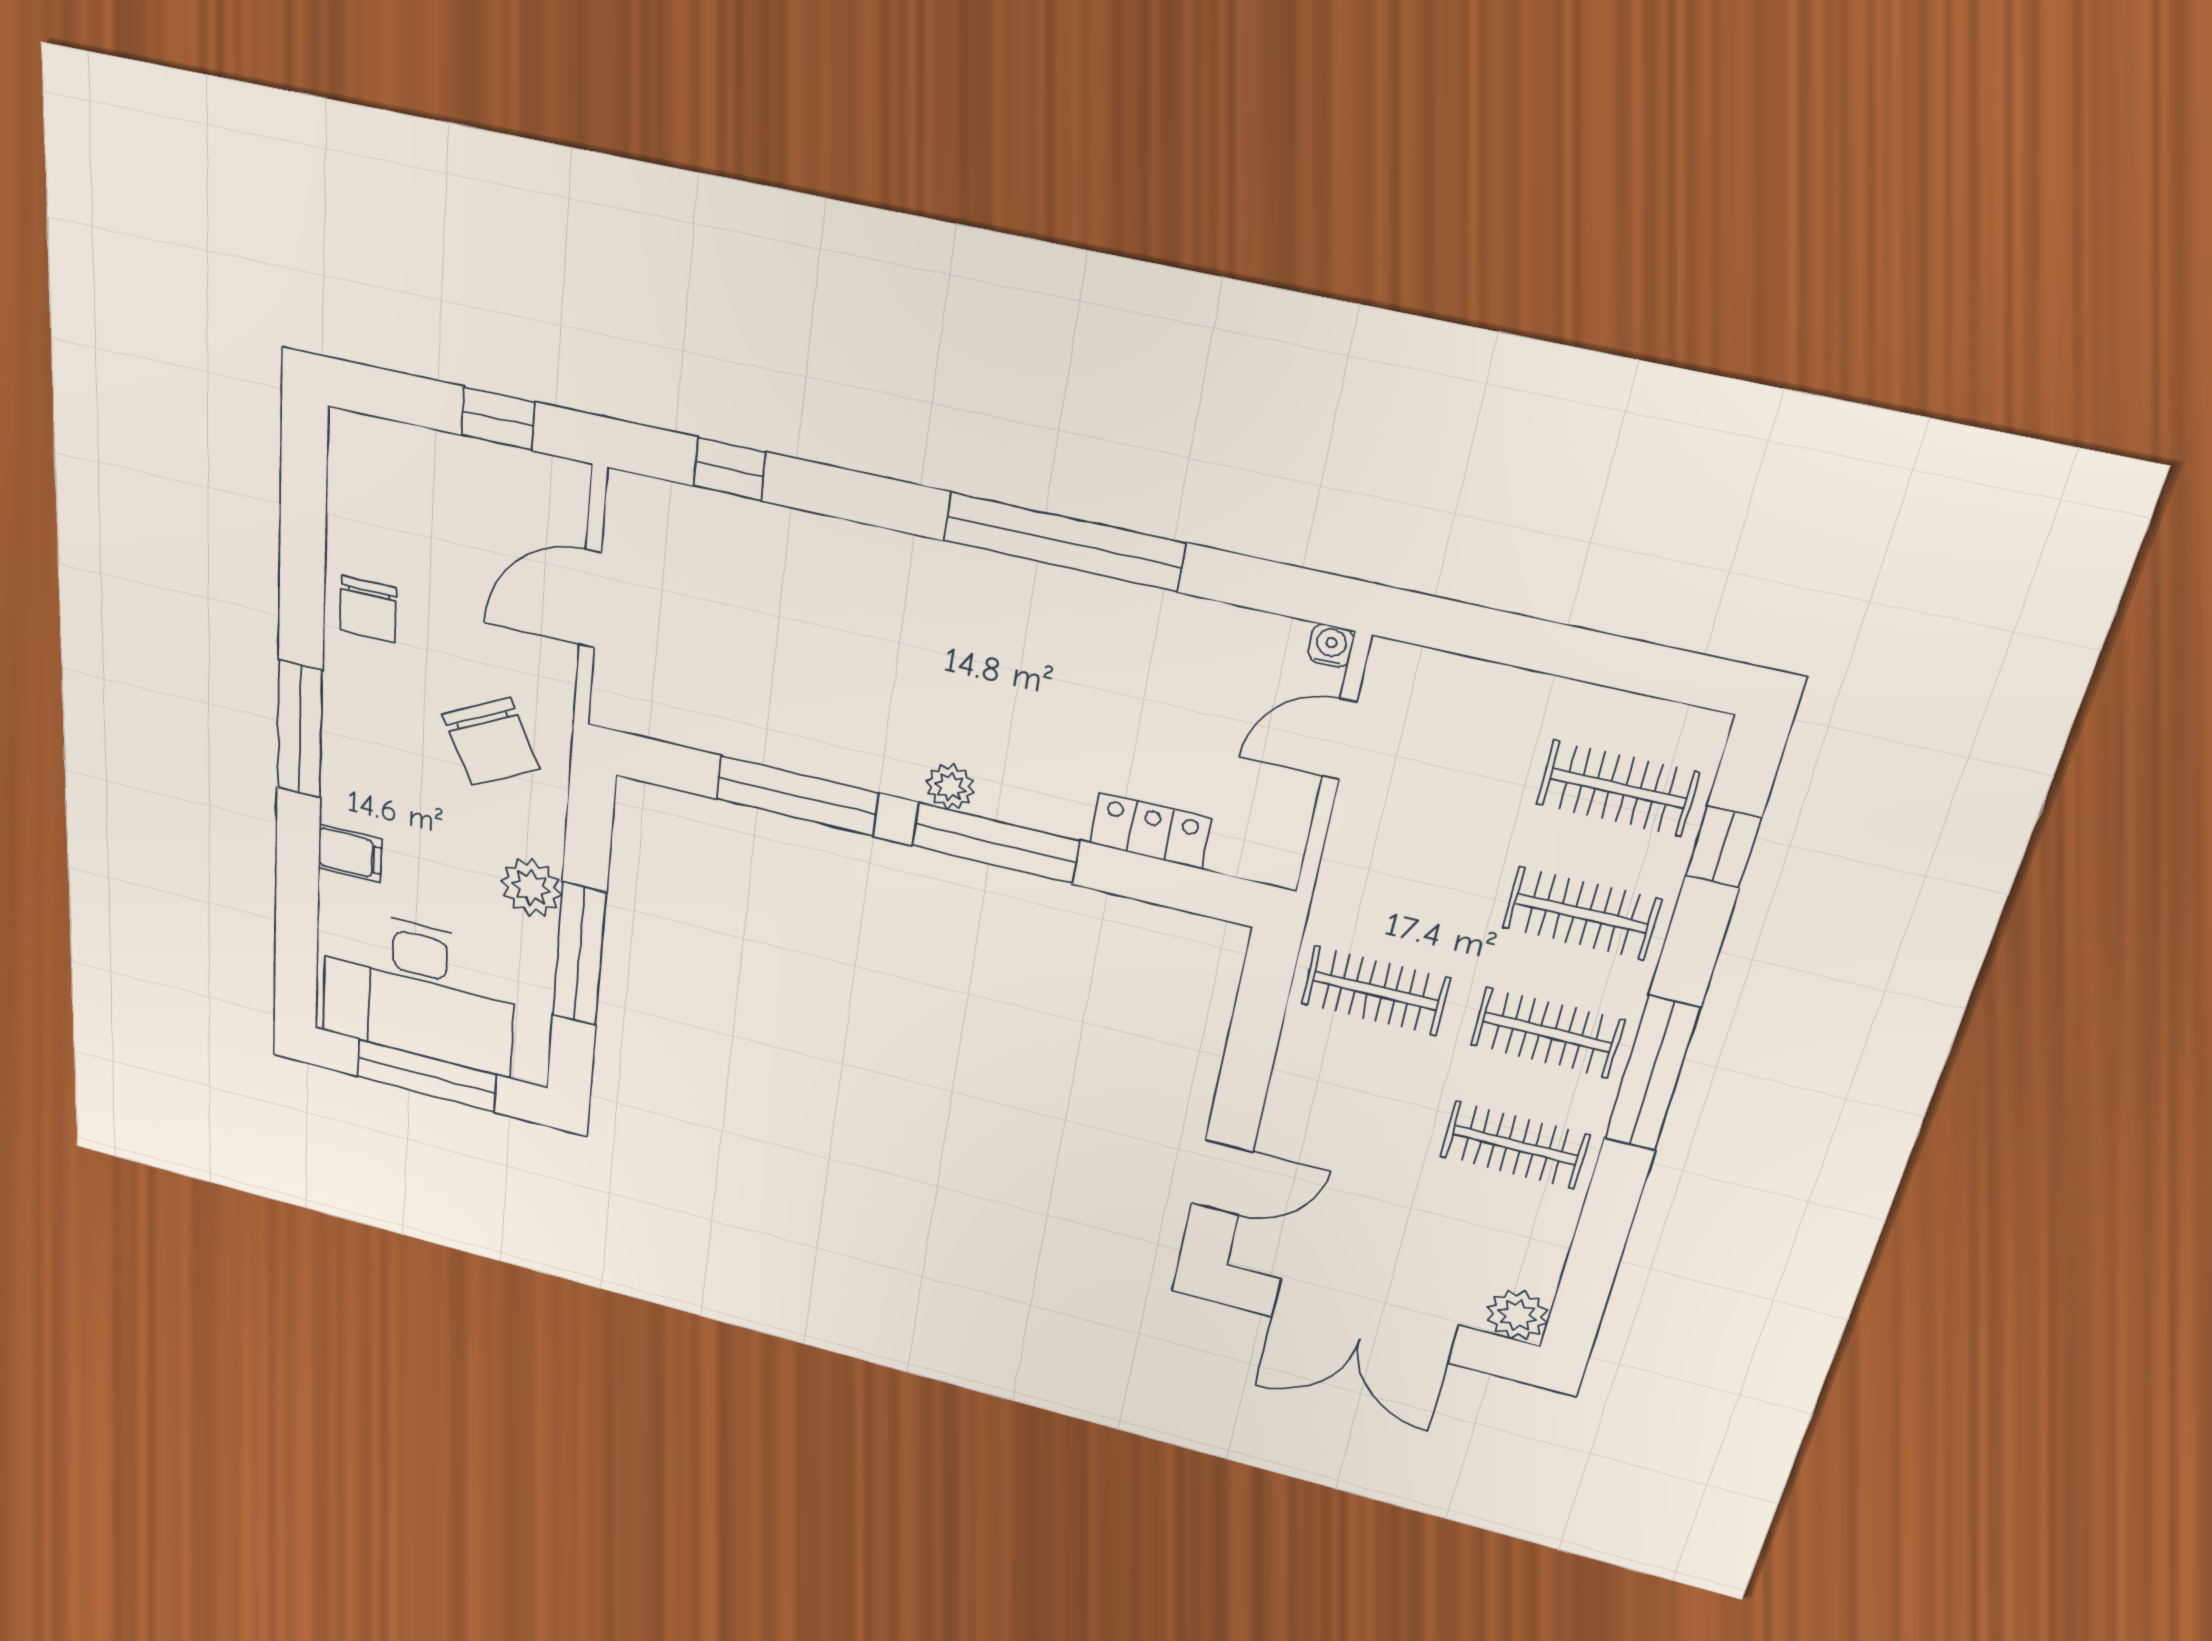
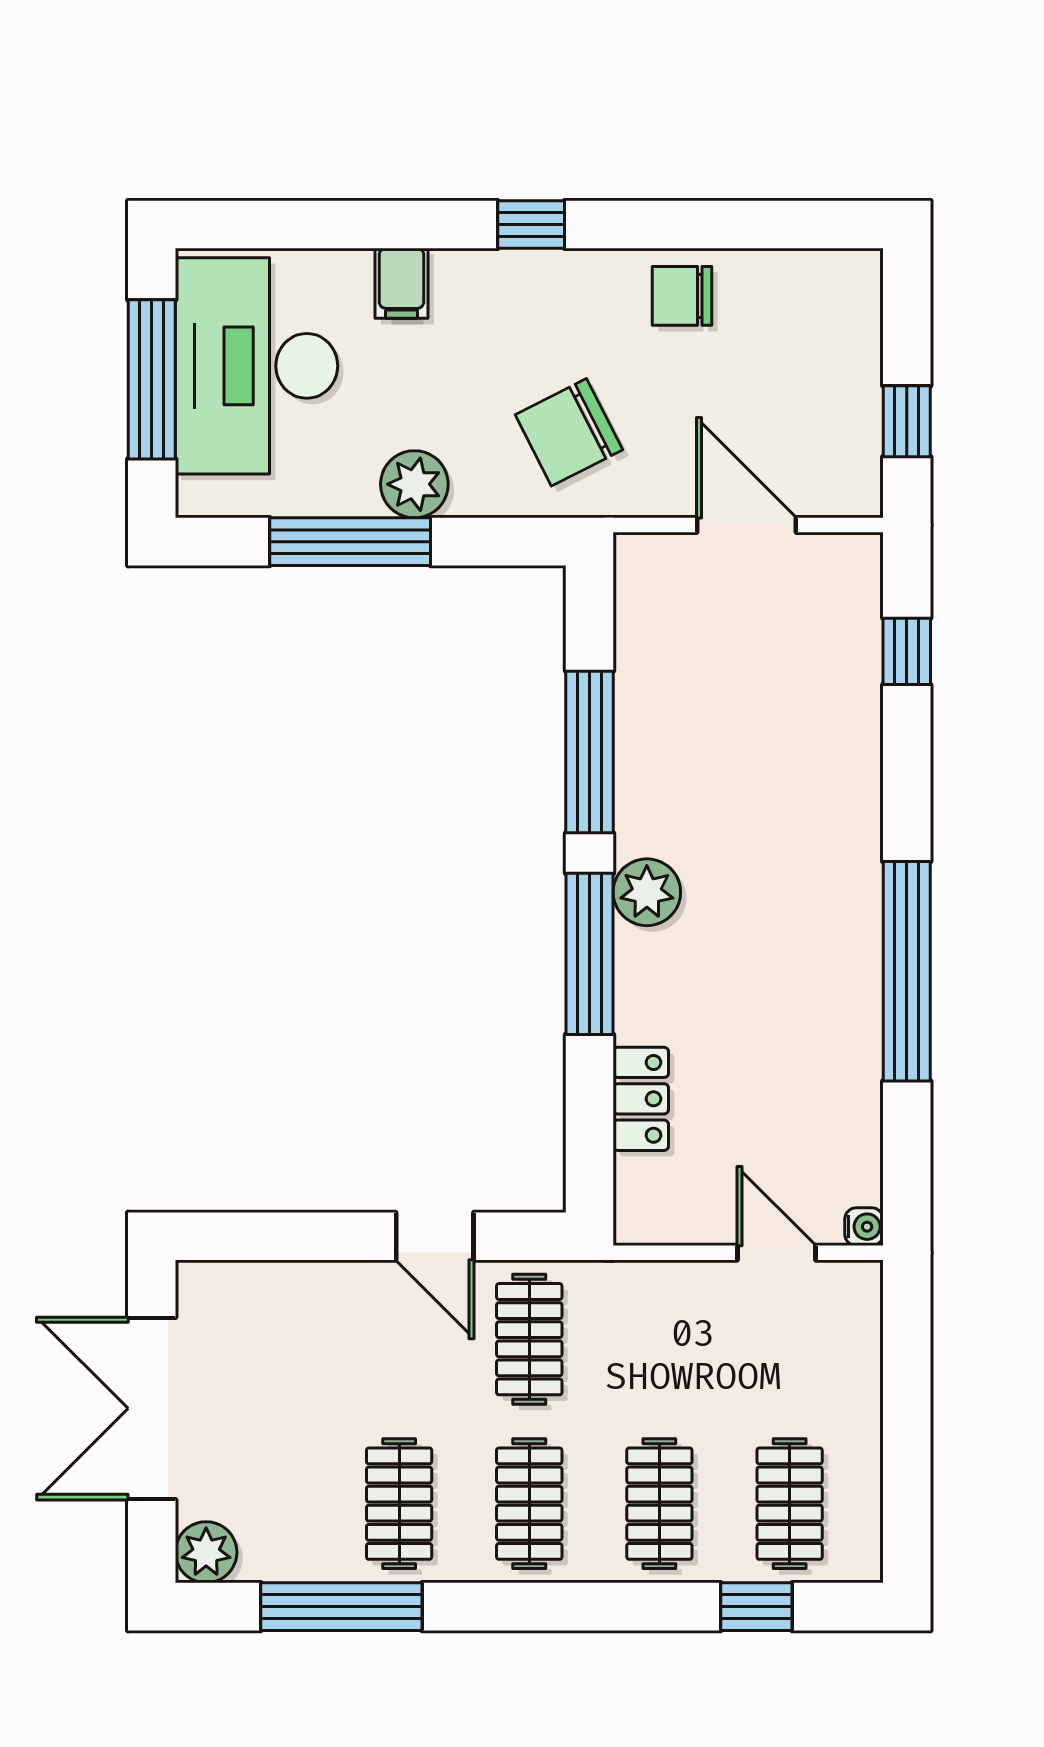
window: (300, 730) -> (531, 224), width x0.46
plant: (950, 787) -> (647, 892), width x1.38, depth x1.38
window: (1652, 1074) -> (341, 1607), moved
door: (1222, 1178) -> (435, 1236), moved

